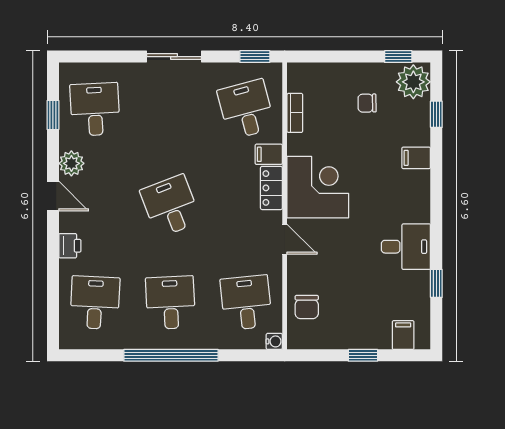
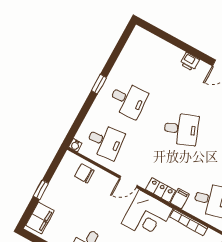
bookcase: (295, 113) -> (189, 222), width x1.56
desk: (95, 303) -> (151, 58), removed
filing cabinet: (403, 335) -> (40, 218), width x2.00
window: (171, 355) -> (99, 84), width x0.32

